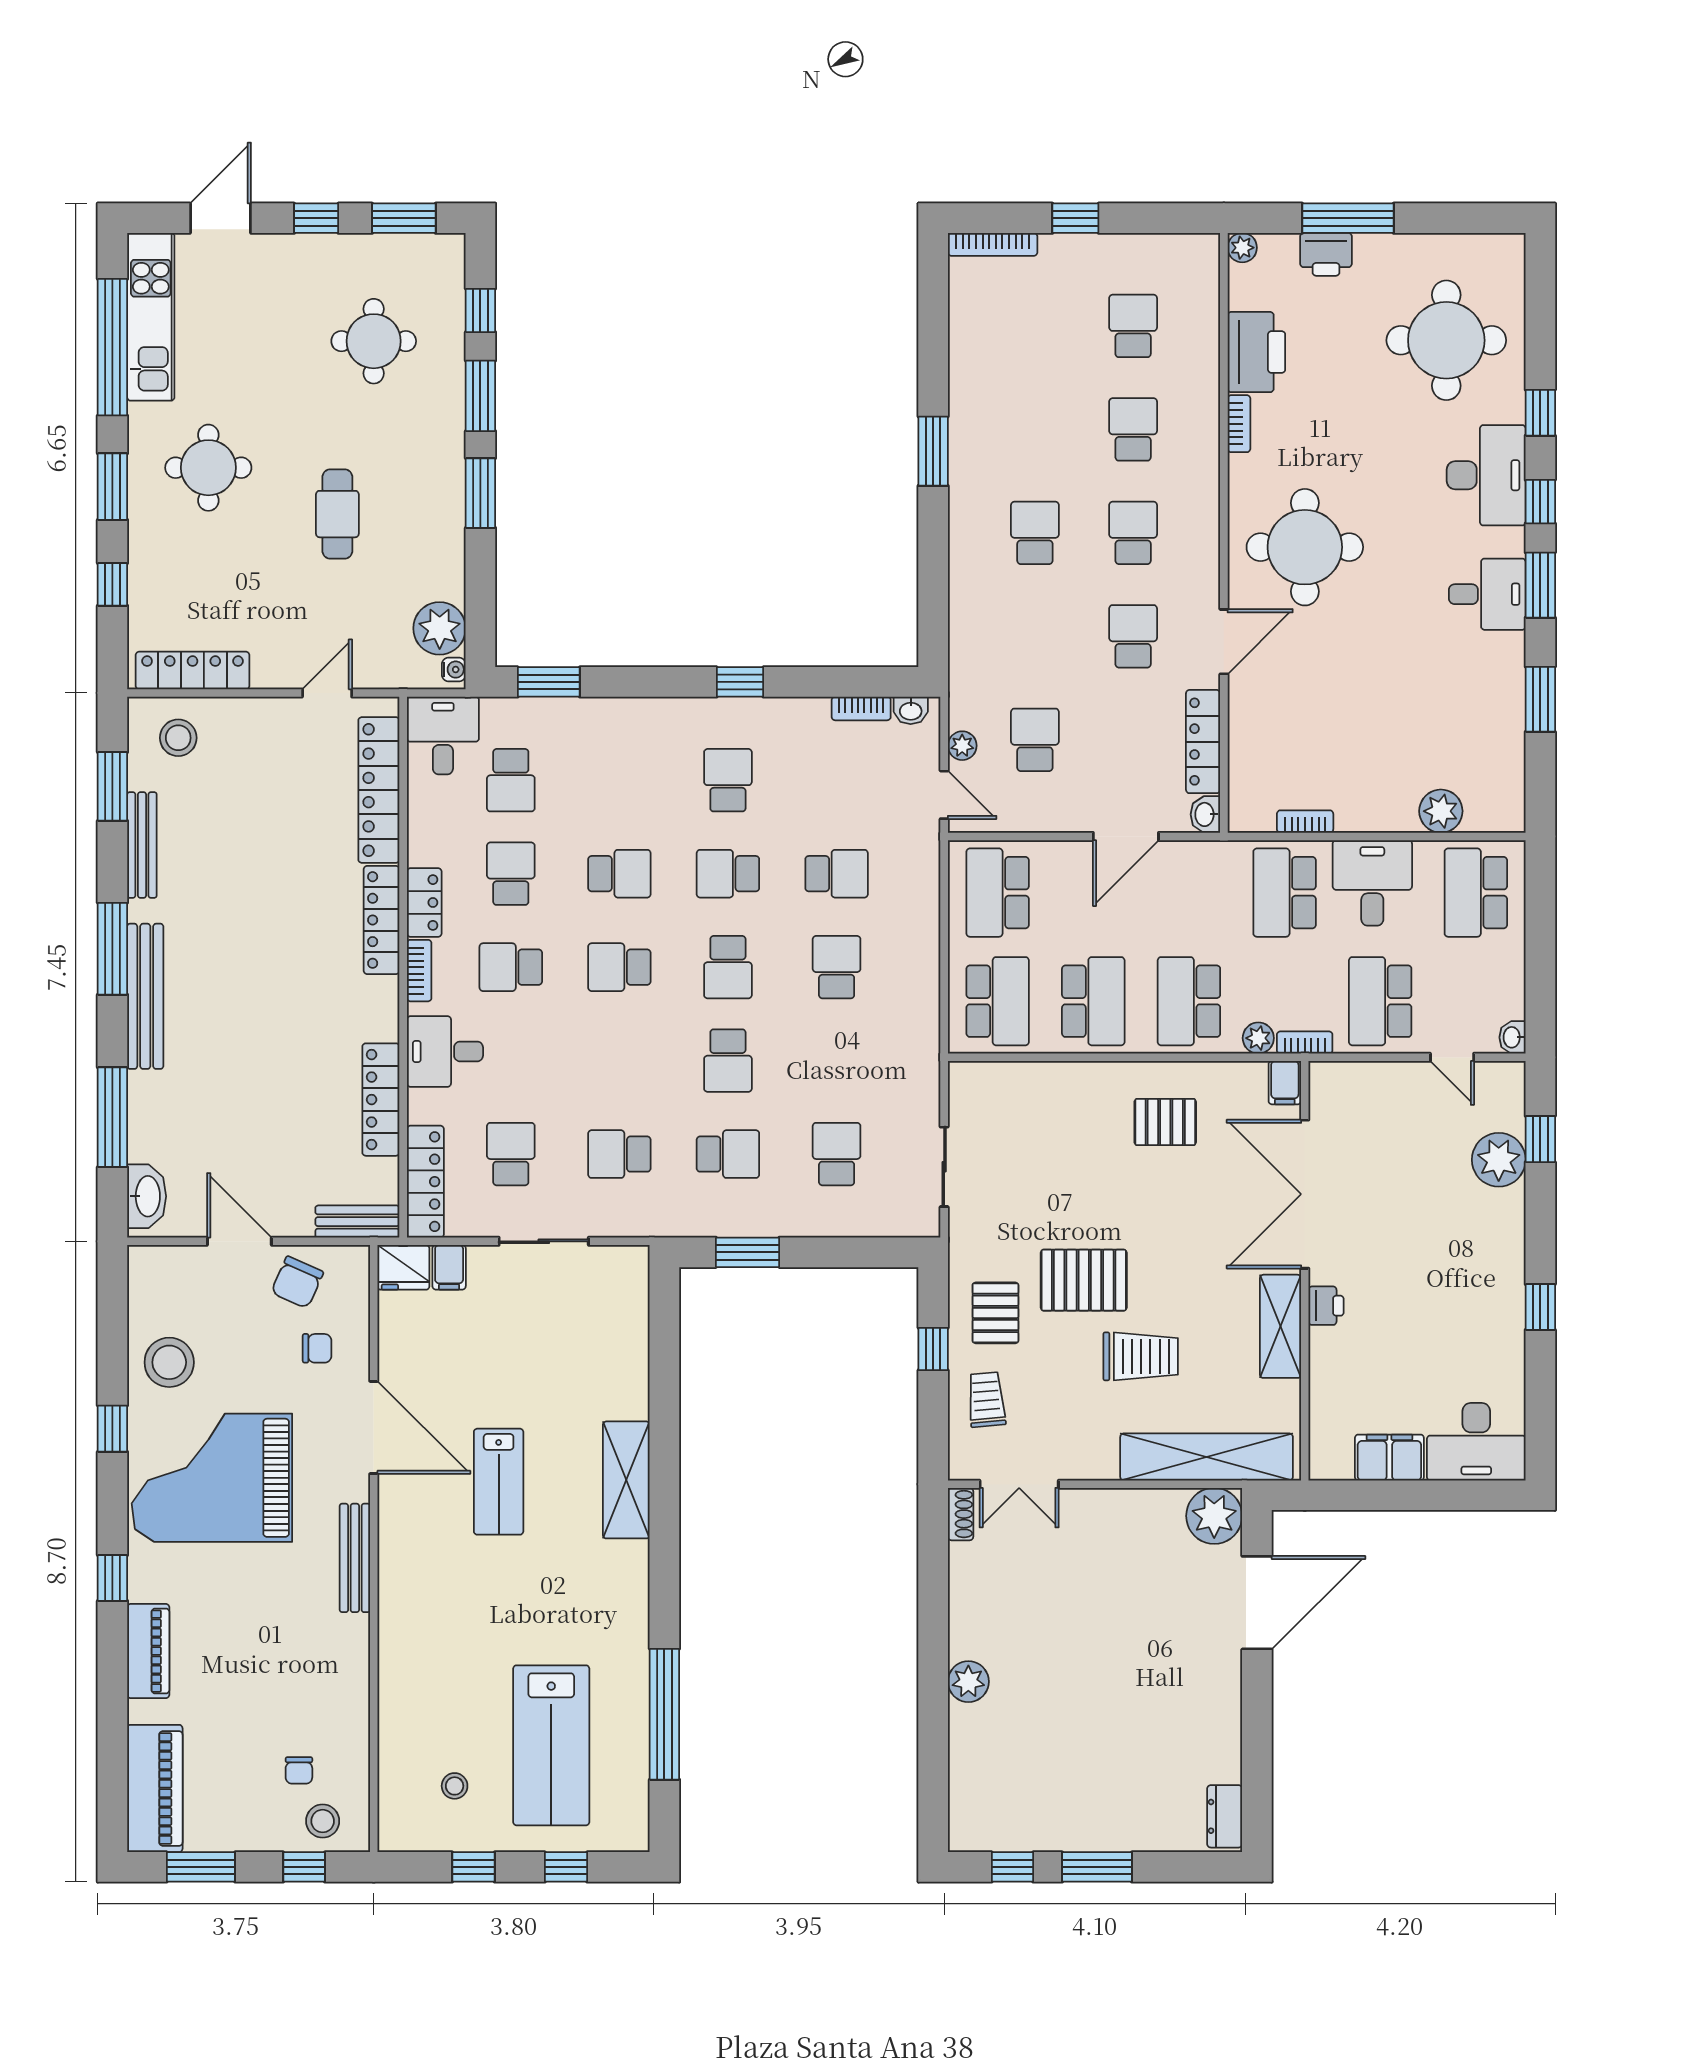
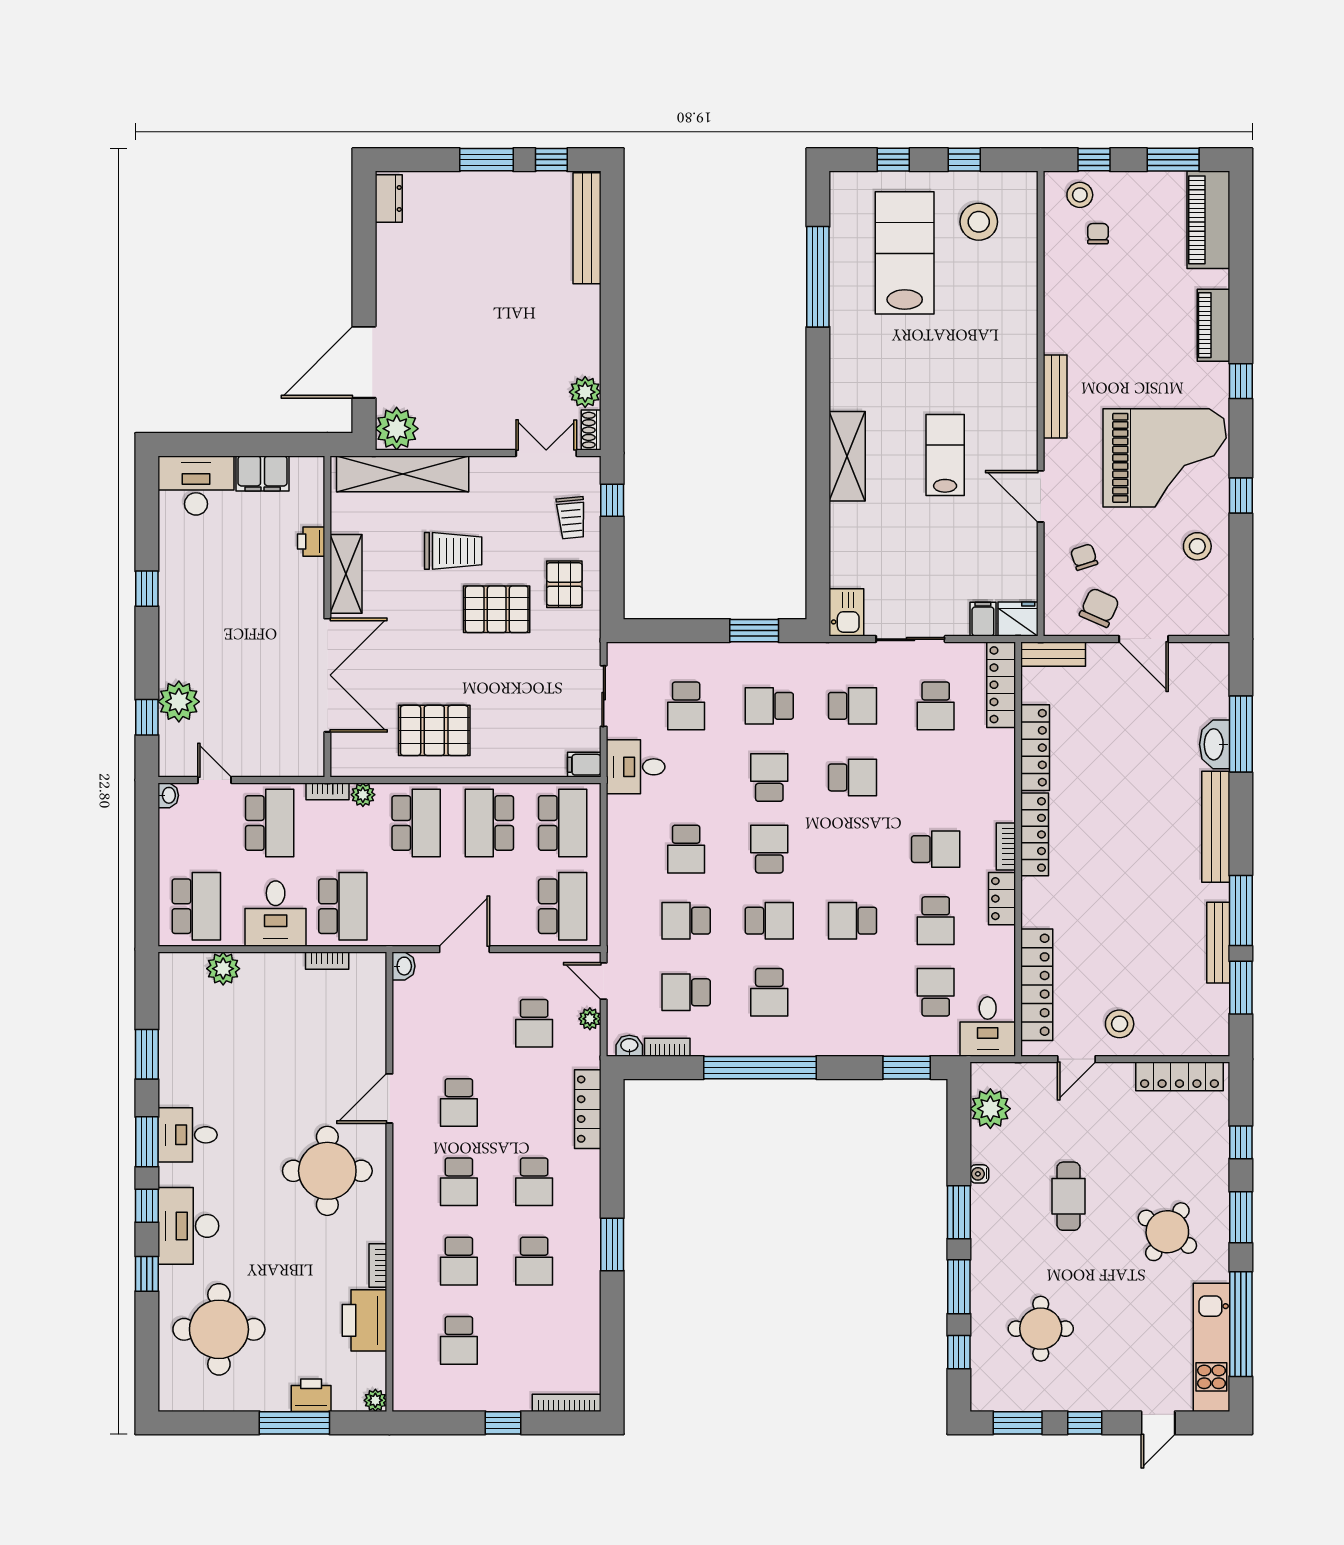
door: (221, 218) -> (1158, 1423), width x0.73
school desk: (1035, 429) -> (534, 1261), added
round table: (208, 468) -> (1167, 1232), turned 33
water cooler: (454, 670) -> (979, 1174), moved
window: (740, 682) -> (760, 1068), width x3.17
stool: (178, 738) -> (1120, 1024), moved
locker: (1203, 742) -> (588, 1109), moved, turned 180
school desk: (837, 780) -> (686, 992), added
locker: (382, 920) -> (1035, 834), moved
window: (112, 949) -> (1241, 911), moved
school desk: (619, 967) -> (852, 777), moved
school desk: (998, 1001) -> (563, 823), turned 180
desk: (445, 1051) -> (636, 767), moved, turned 180
filing cabinet: (1285, 1083) -> (584, 765), moved, turned -90
pallet: (1165, 1122) -> (434, 730), width x1.50, depth x1.42
washbasin: (147, 1196) -> (1215, 744), moved
kitchen sink: (627, 1276) -> (846, 612), added
printer: (1326, 1306) -> (311, 542), moved
chair: (317, 1348) -> (1084, 557), turned 72
window: (933, 1349) -> (612, 500), moved
trolley: (1141, 1356) -> (453, 551), turned 180
stool: (169, 1362) -> (1197, 546), width x0.73, depth x0.73
door: (374, 1428) -> (1041, 496), width x0.73
plant: (968, 1682) -> (585, 392), moved
bench: (966, 1778) -> (587, 228), added
stool: (455, 1786) -> (979, 222), width x1.89, depth x1.89

